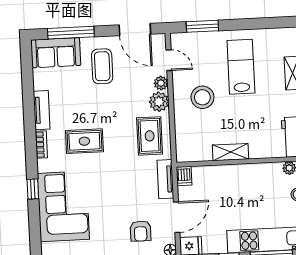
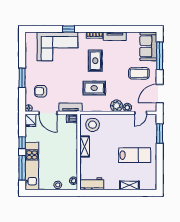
stool: (202, 97) -> (93, 125), moved
rug: (150, 136) -> (94, 88), moved

